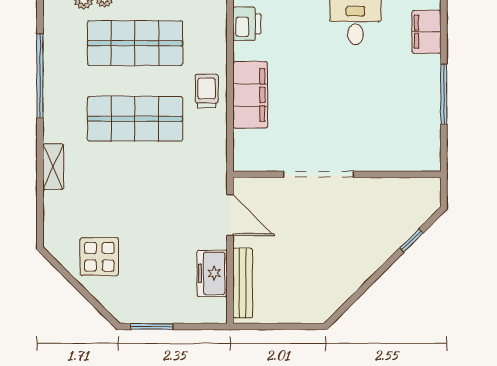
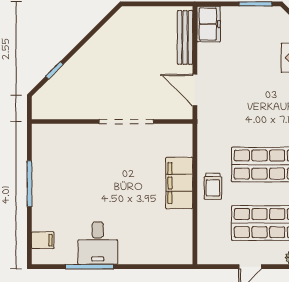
printer: (247, 24) -> (182, 238), removed
filing cabinet: (427, 32) -> (43, 240), width x0.50
freezer: (212, 273) -> (209, 24), moved

